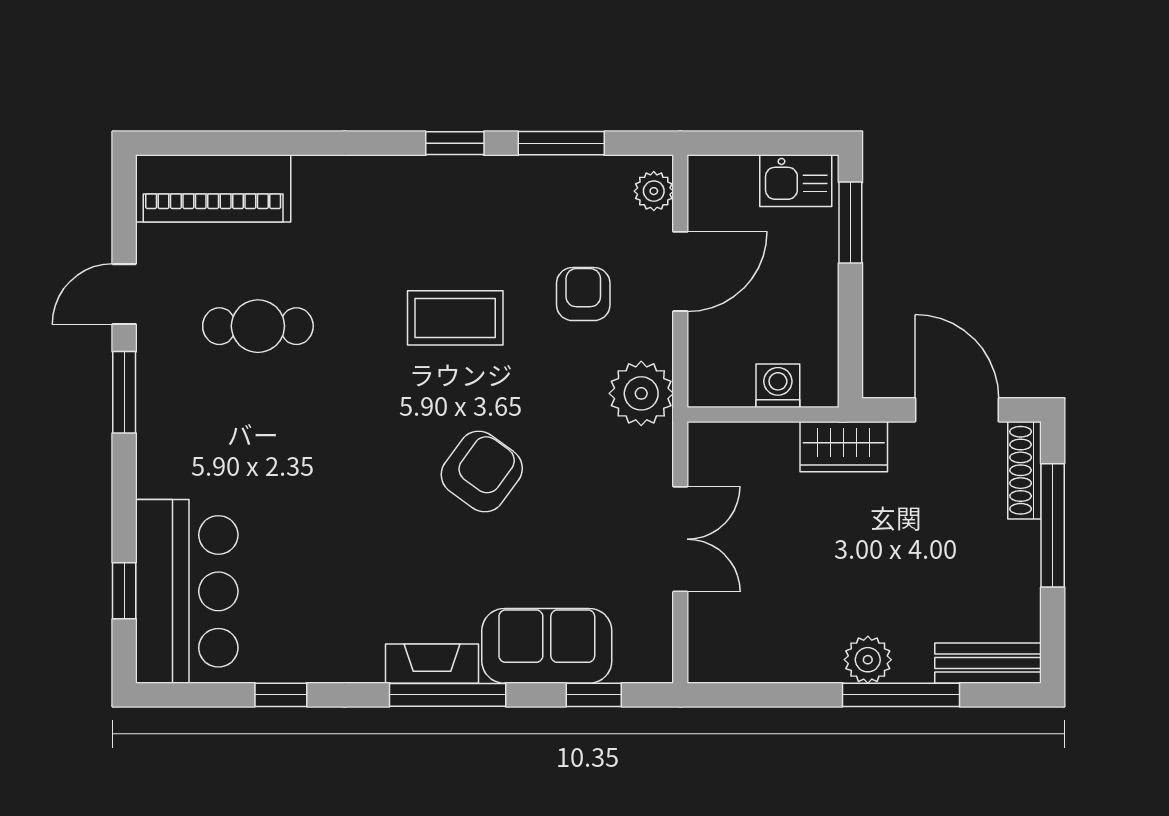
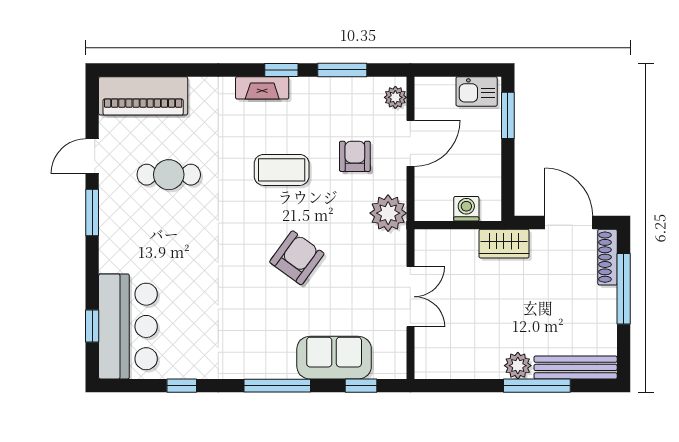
bench: (988, 663) -> (576, 367), width x1.36
fireplace: (432, 664) -> (262, 88), moved, turned 180

